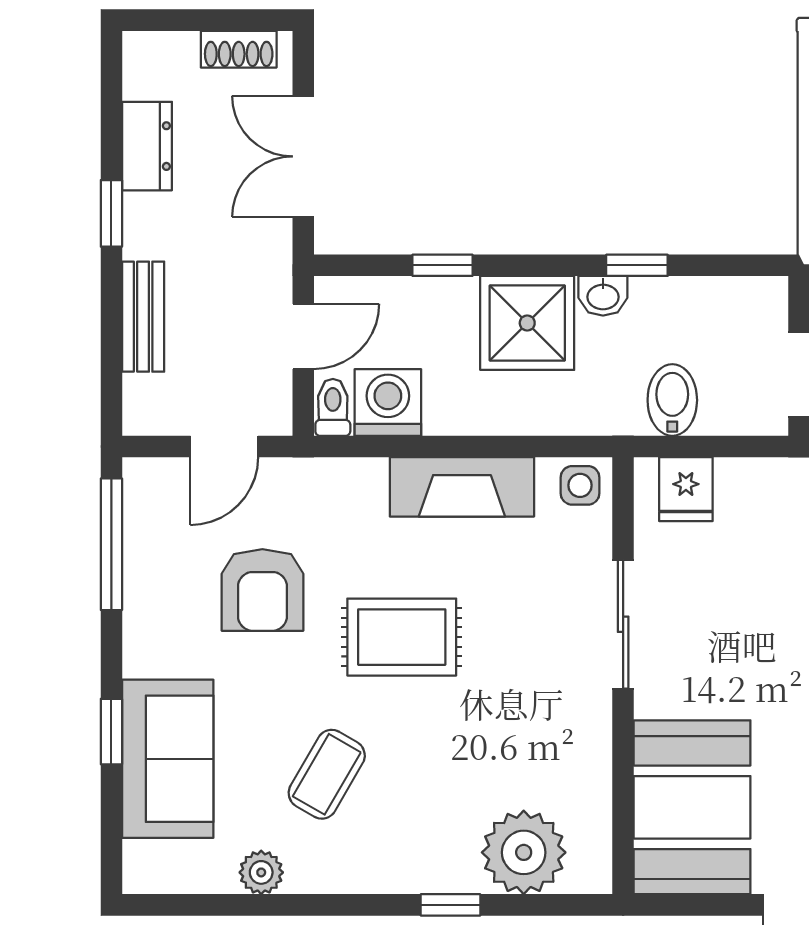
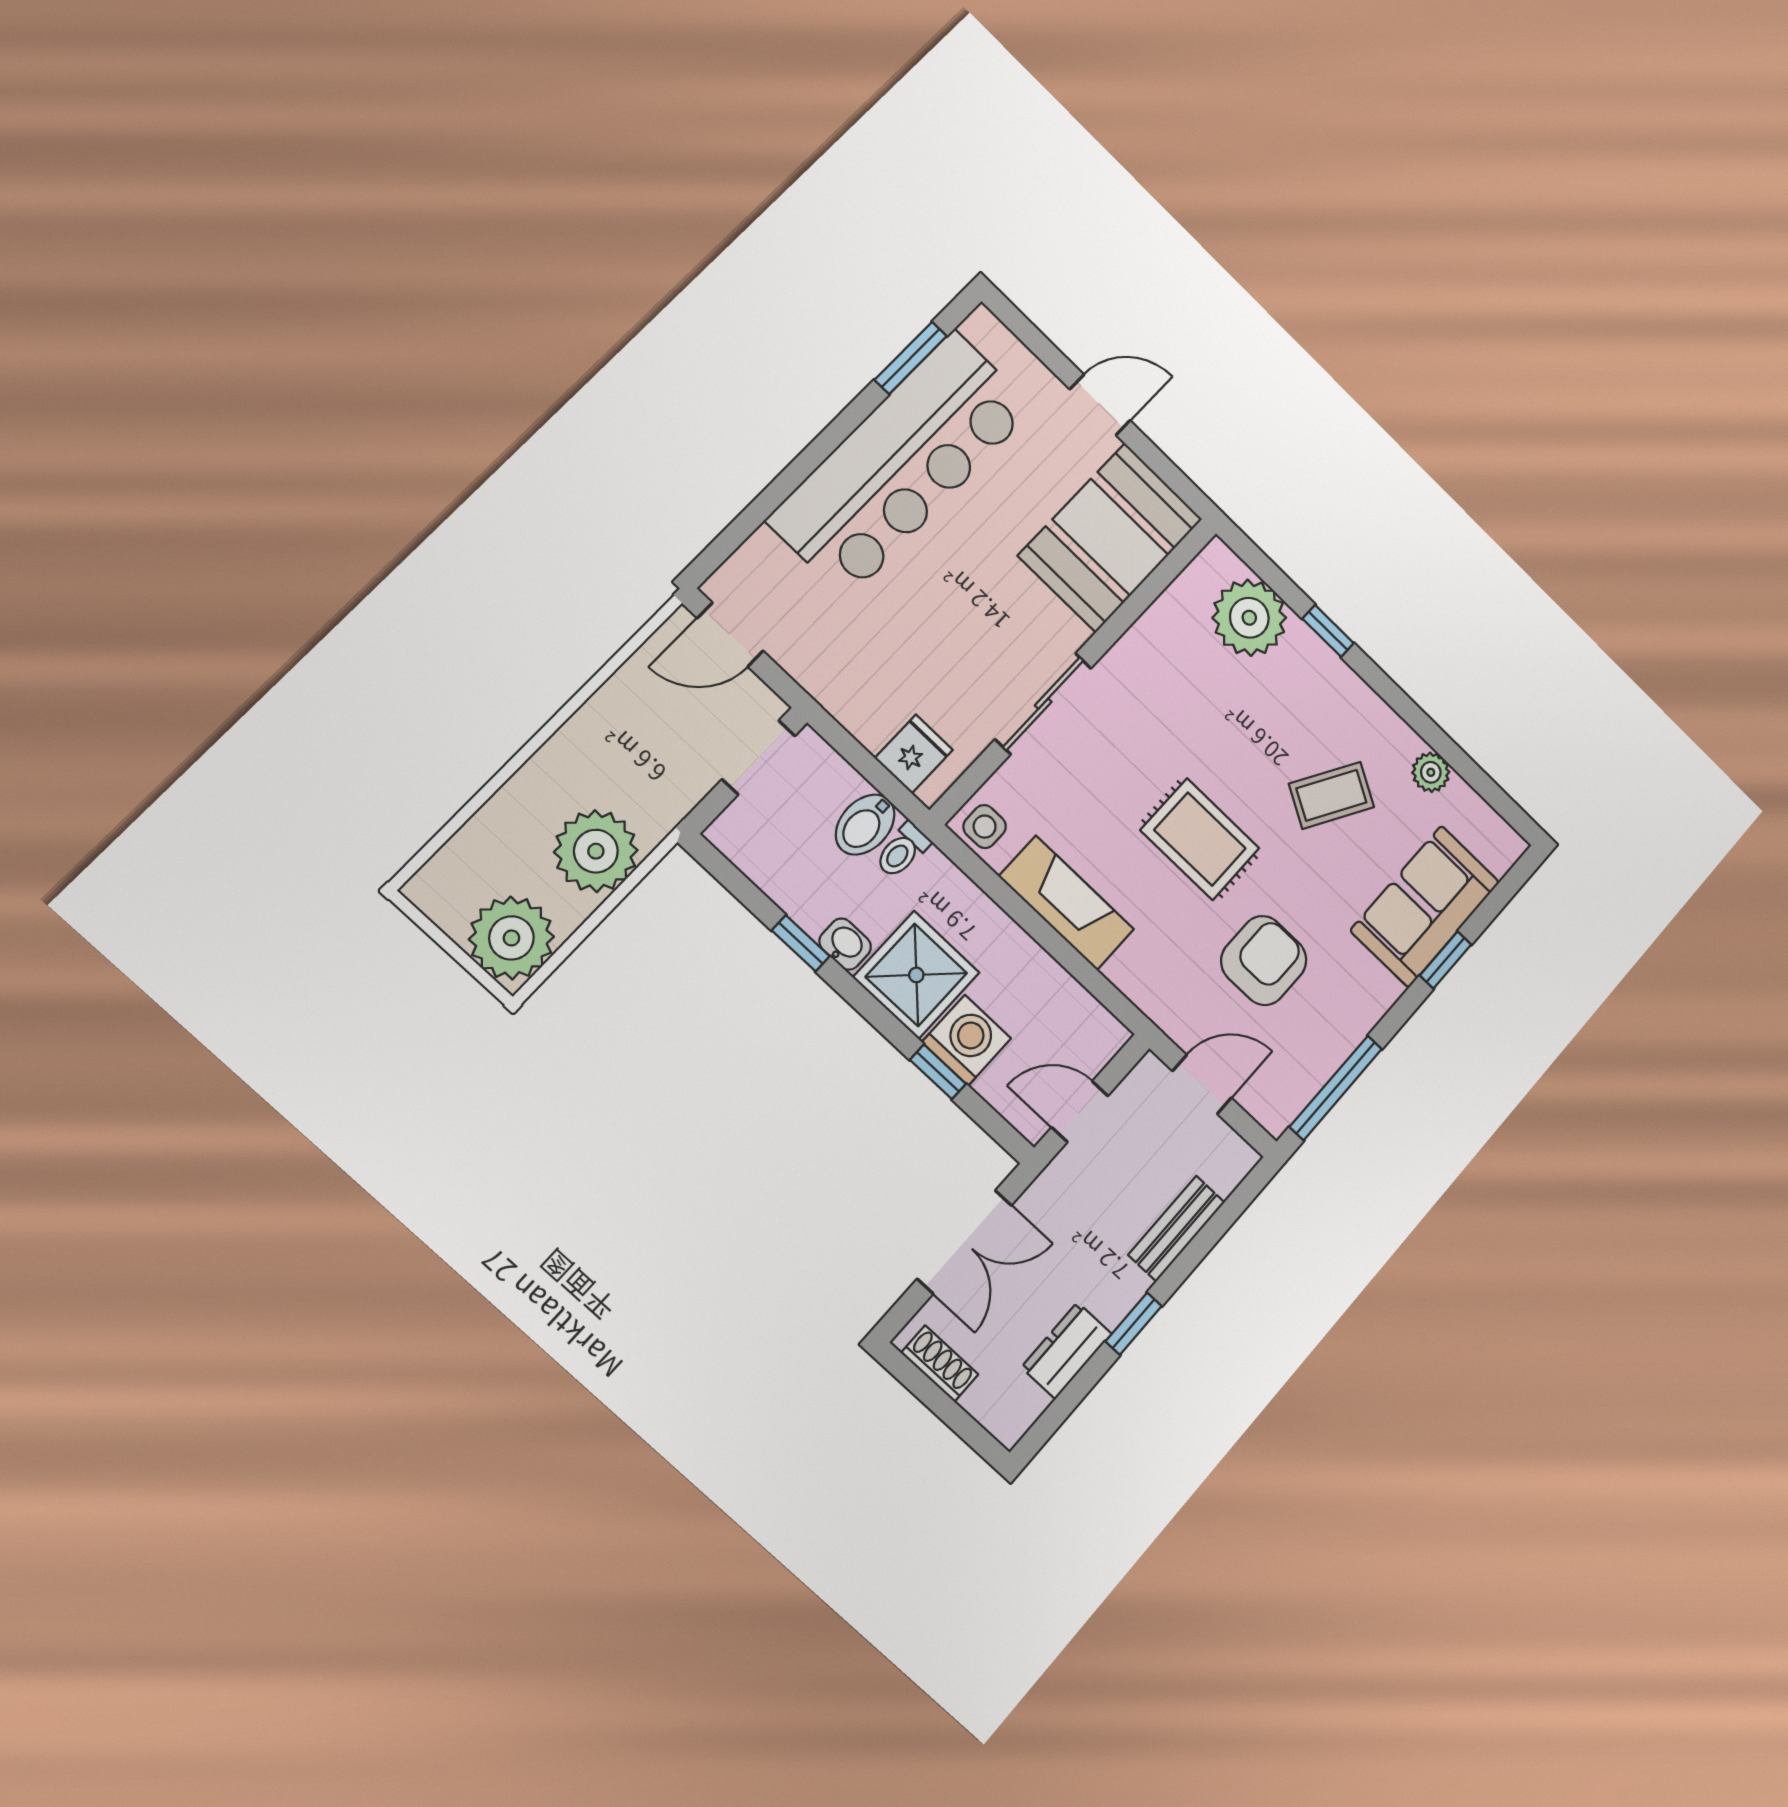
washing machine: (388, 403) -> (966, 1040), moved, turned 180
toilet: (333, 407) -> (903, 850), moved

